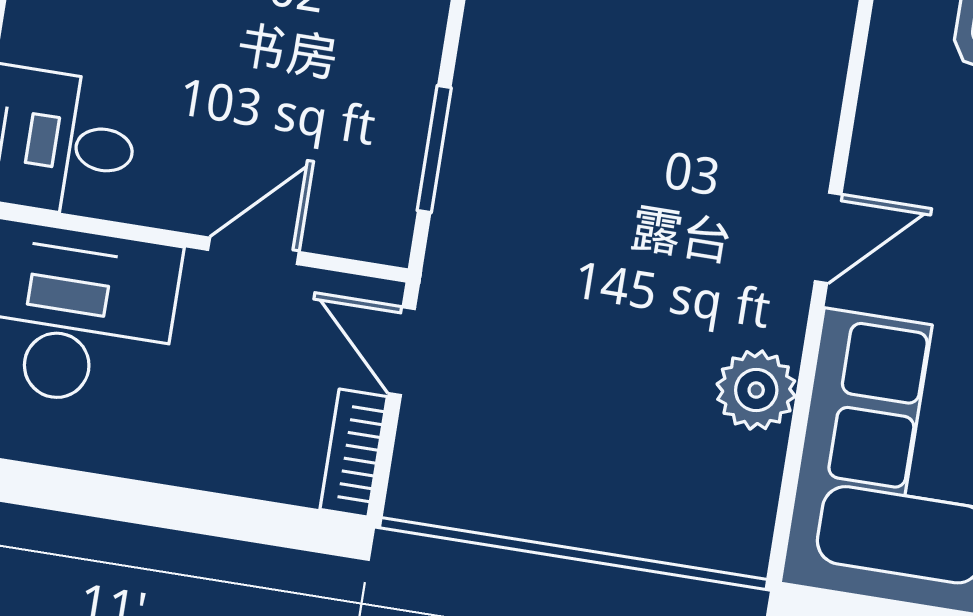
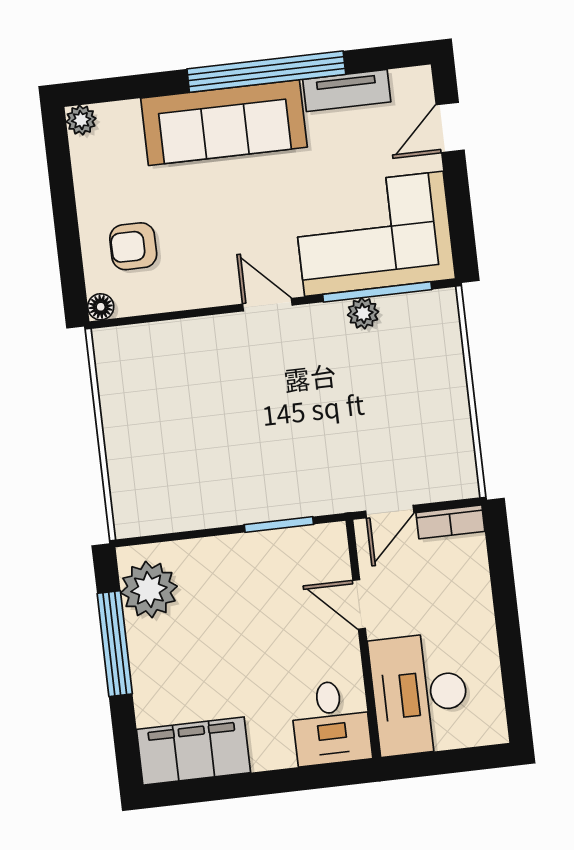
plant: (756, 390) -> (363, 313), width x0.73, depth x0.73
window: (796, 438) -> (377, 292), added

